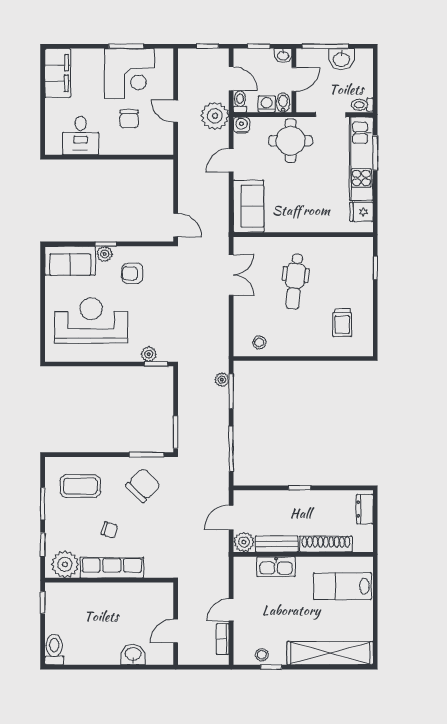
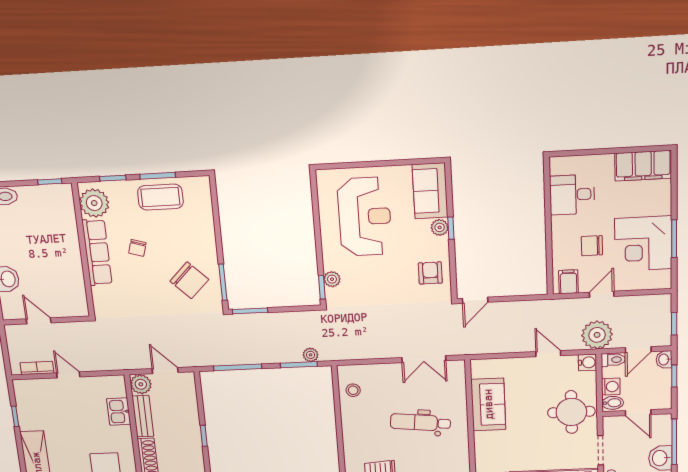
washbasin: (283, 55) -> (664, 360), moved
filing cabinet: (162, 140) -> (568, 282), added
sofa: (249, 206) -> (488, 404), moved, turned -90
armchair: (132, 273) -> (430, 273), moved
coffee table: (80, 486) -> (160, 197), moved, turned 90
kitchen sink: (276, 567) -> (119, 412), width x0.73
stool: (262, 655) -> (26, 407), removed

